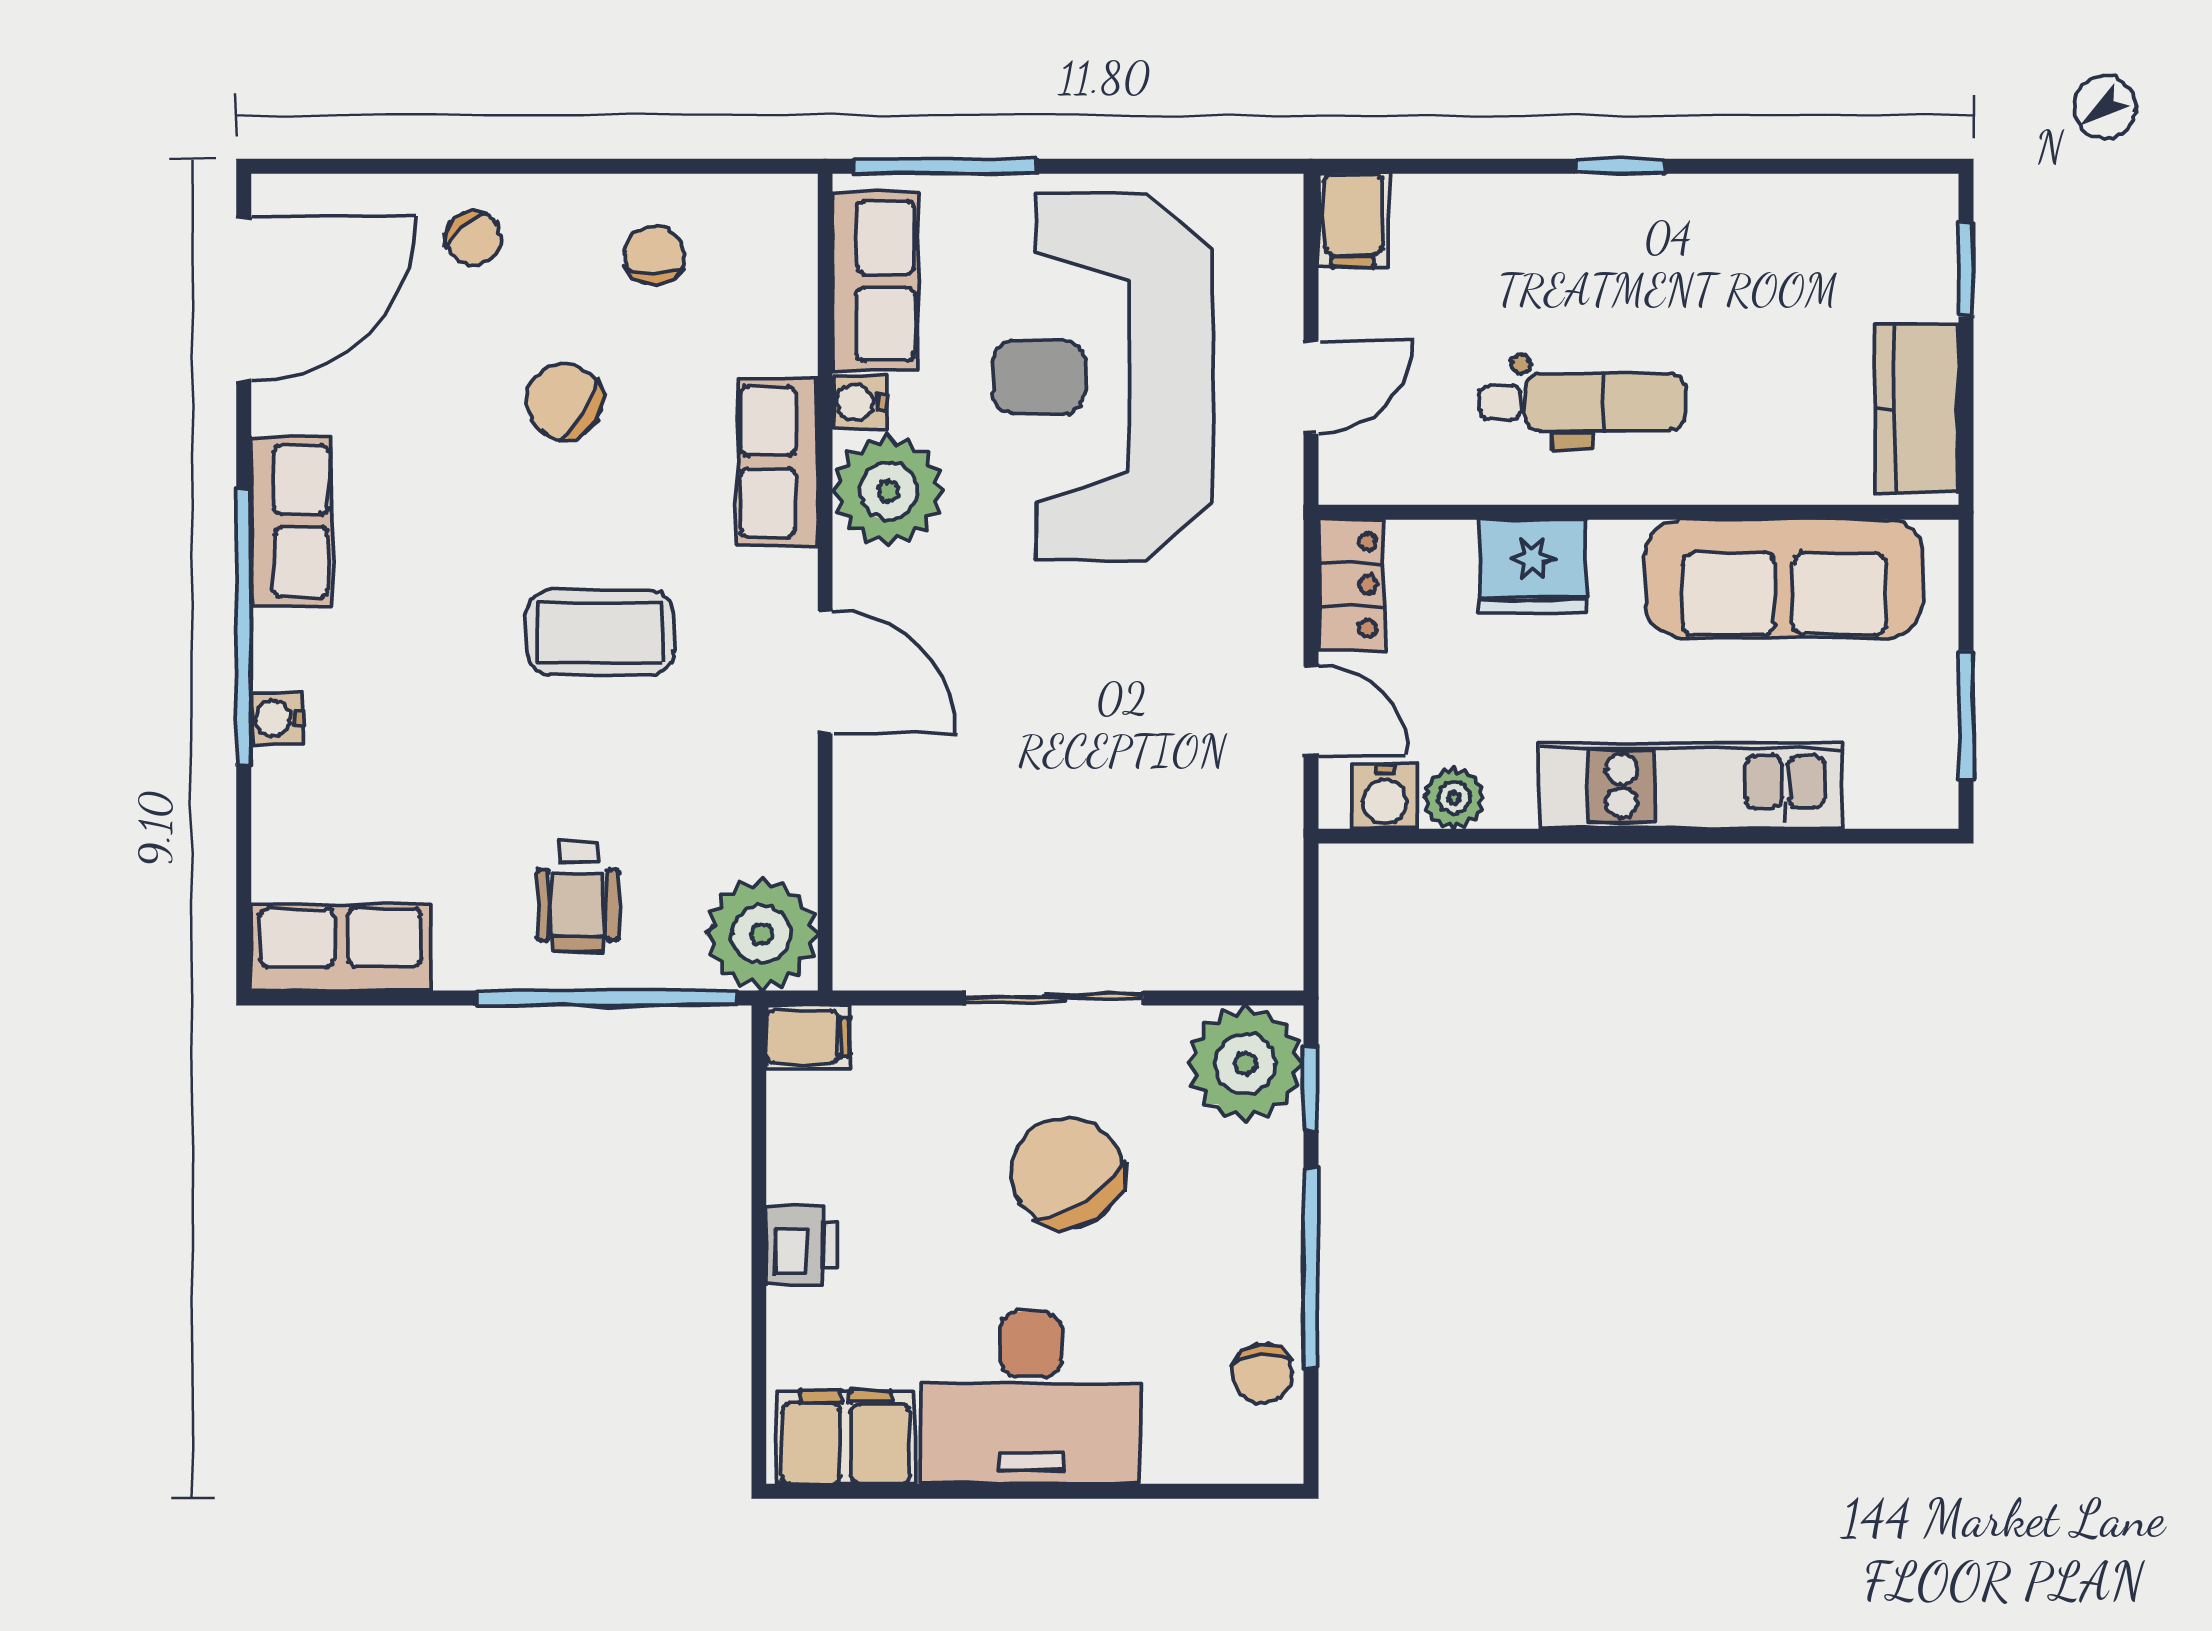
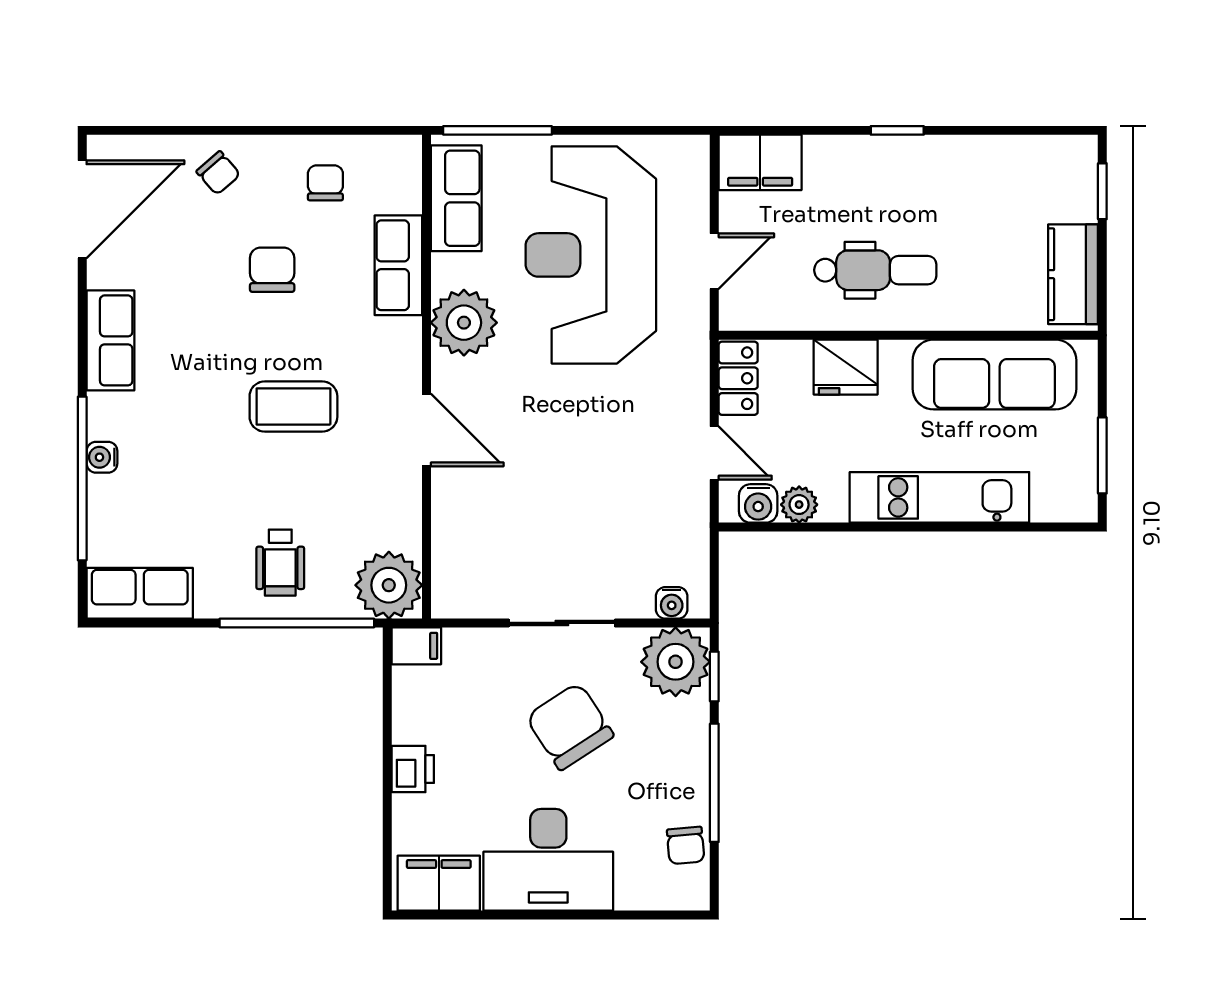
filing cabinet: (1353, 220) -> (760, 162), width x2.00
chair: (564, 402) -> (272, 270), turned 59
water cooler: (859, 403) -> (672, 603), moved, turned -90
row of seats: (778, 462) -> (398, 265), moved
window: (244, 627) -> (82, 479), moved

